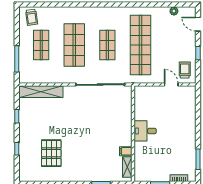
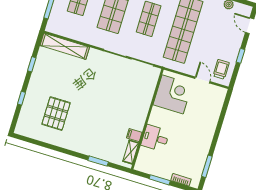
corner desk: (149, 105) -> (173, 94), added
desk: (145, 131) -> (155, 138), moved

